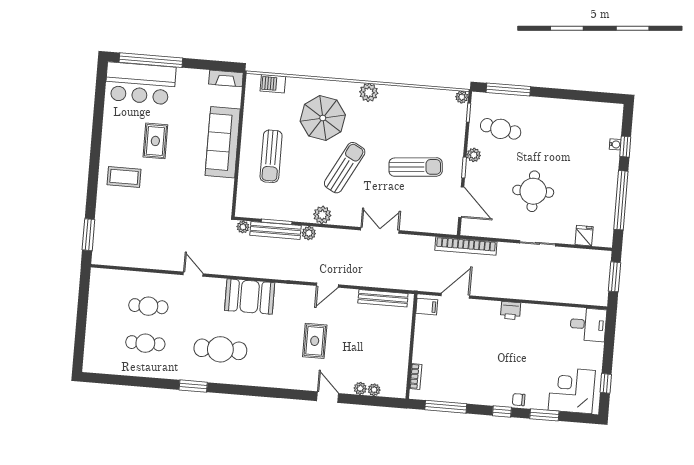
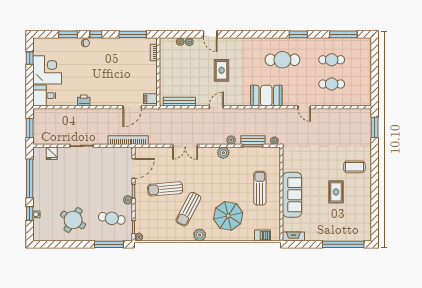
bar counter: (140, 83) -> (349, 229), removed
sun lounger: (345, 168) -> (188, 209), moved
round table: (533, 191) -> (73, 220), moved, turned 31
door: (461, 202) -> (134, 168), swing flipped
bench: (275, 230) -> (253, 140), width x0.73
printer: (511, 311) -> (84, 101), moved
window: (124, 380) -> (343, 34), added
corner desk: (572, 390) -> (47, 70), moved, turned -90

